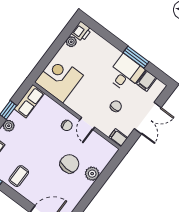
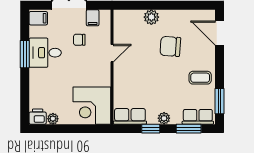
filing cabinet: (147, 81) -> (38, 18), moved
chair: (67, 125) -> (127, 69), removed
filing cabinet: (118, 138) -> (93, 18), moved
chair: (69, 164) -> (170, 46), moved

